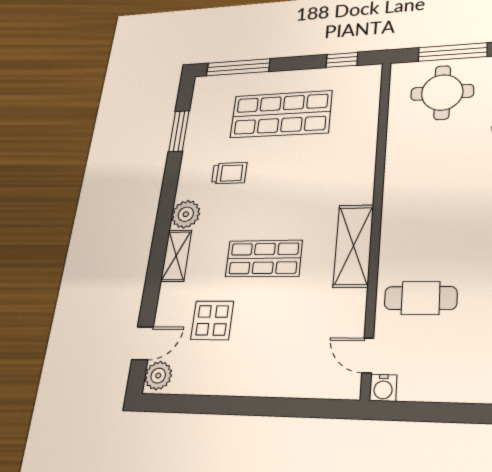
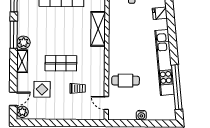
trolley: (229, 173) -> (78, 88), moved
window: (167, 198) -> (14, 35), added
shelving: (353, 246) -> (98, 29), moved
water cooler: (383, 388) -> (141, 115), moved

